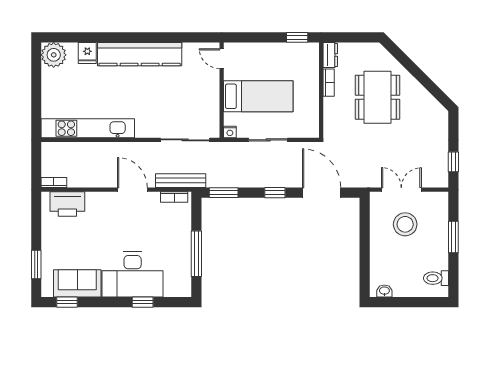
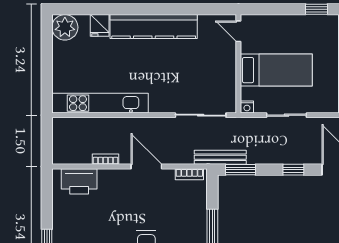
bench: (181, 181) -> (220, 157), moved
bookcase: (54, 183) -> (105, 159), moved

